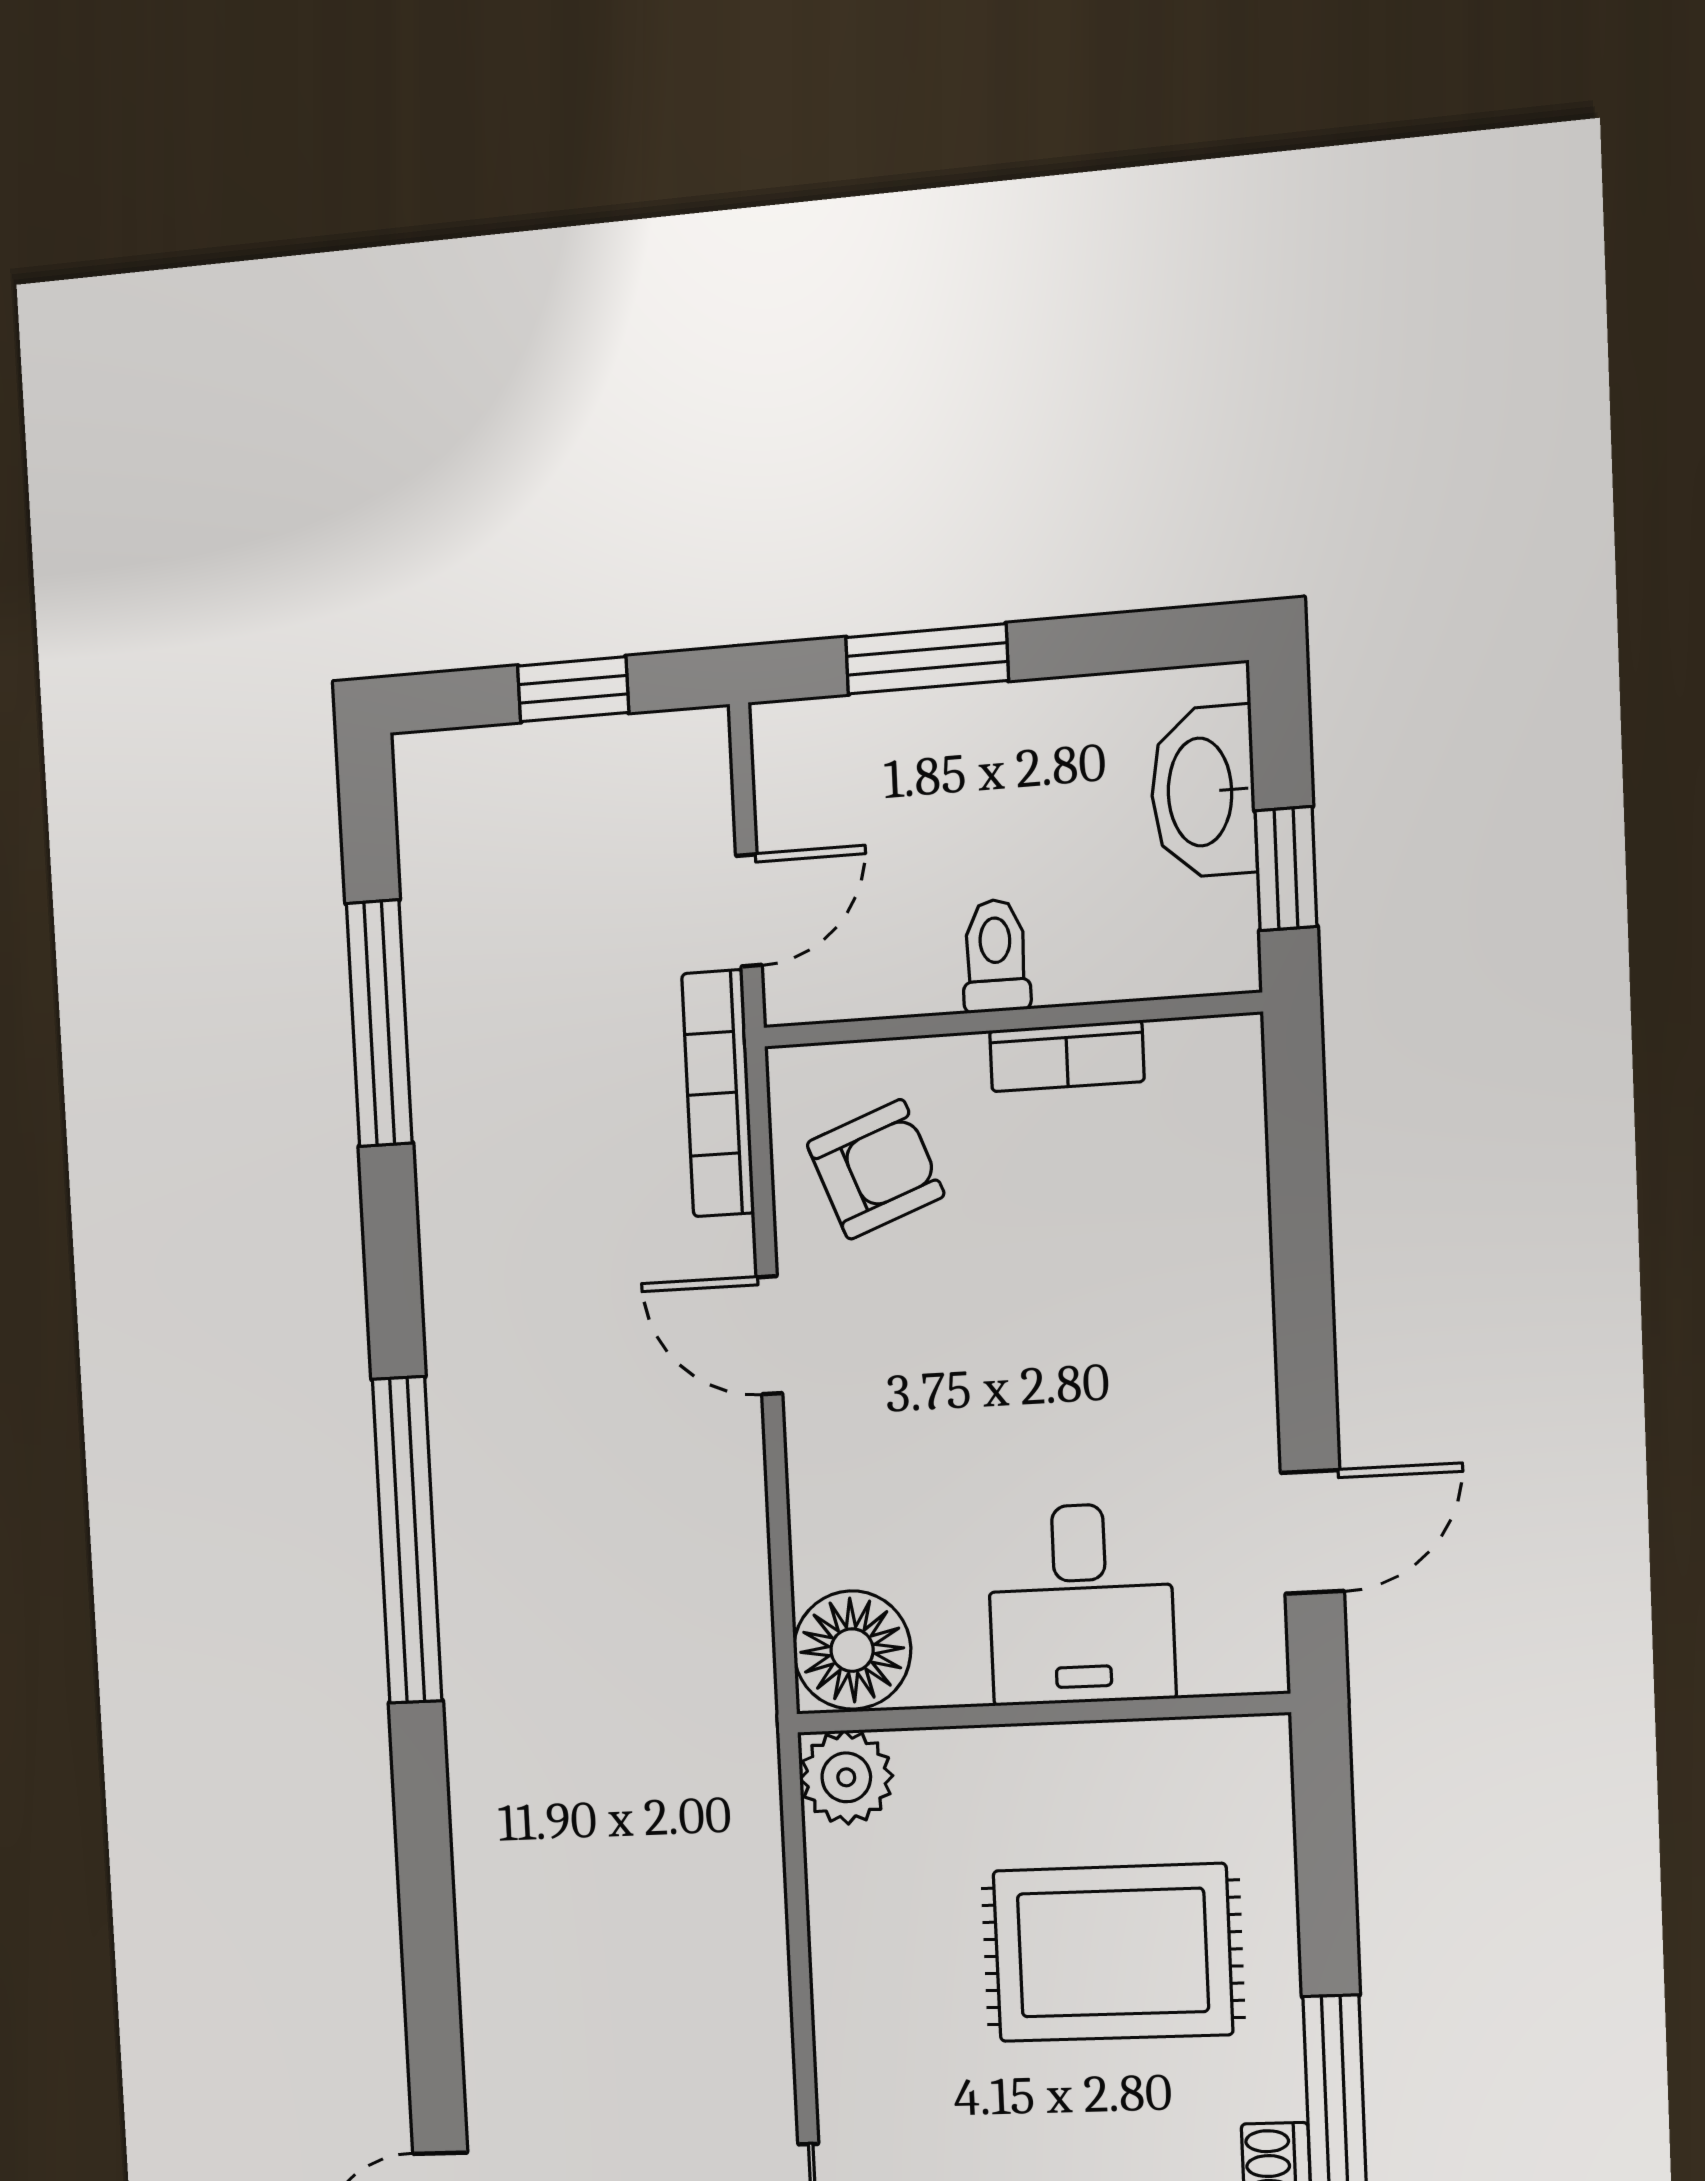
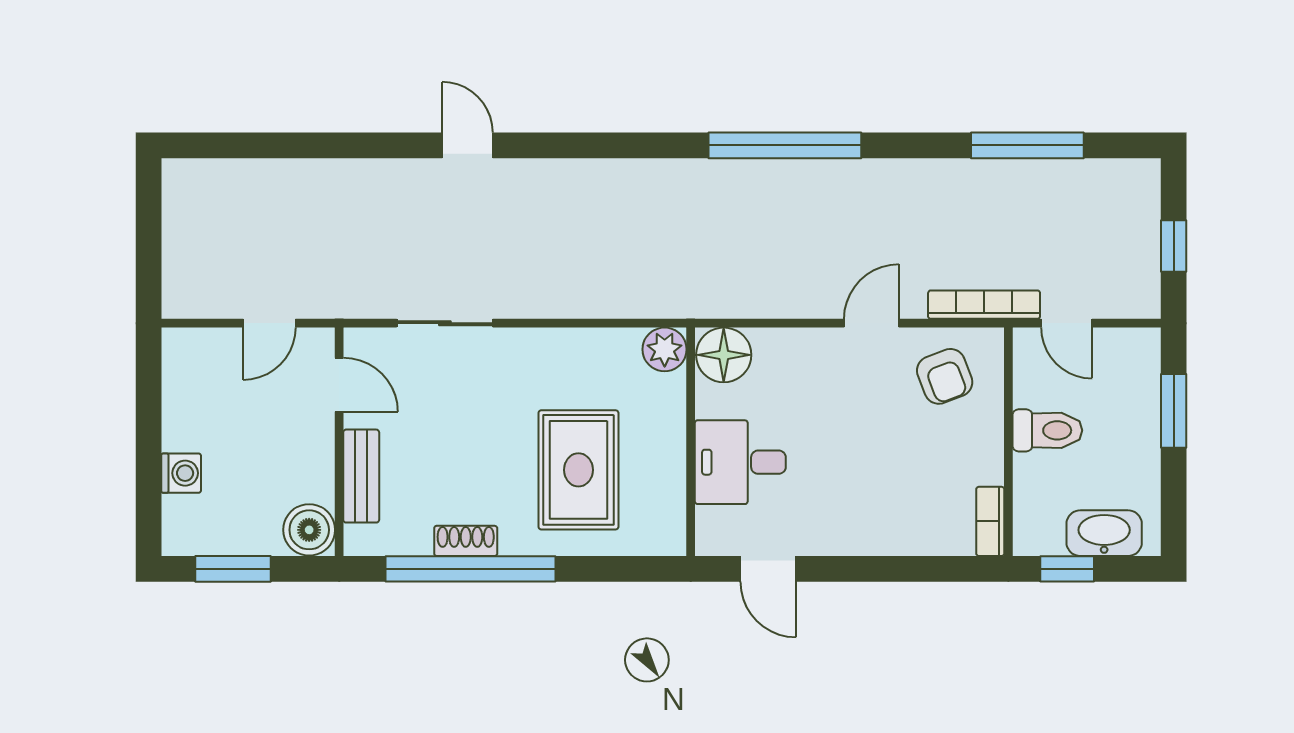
toilet: (996, 956) -> (1047, 430), width x1.37, depth x1.39
bookcase: (1067, 1056) -> (990, 521), moved

